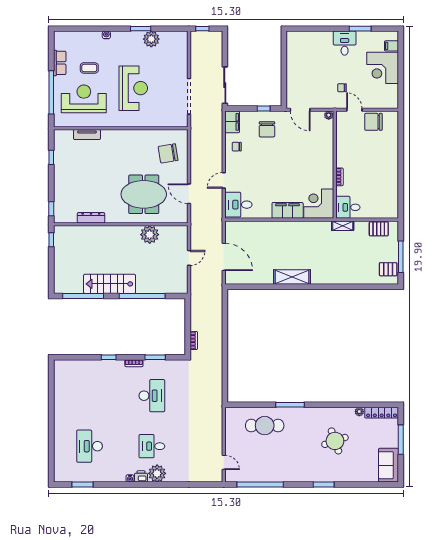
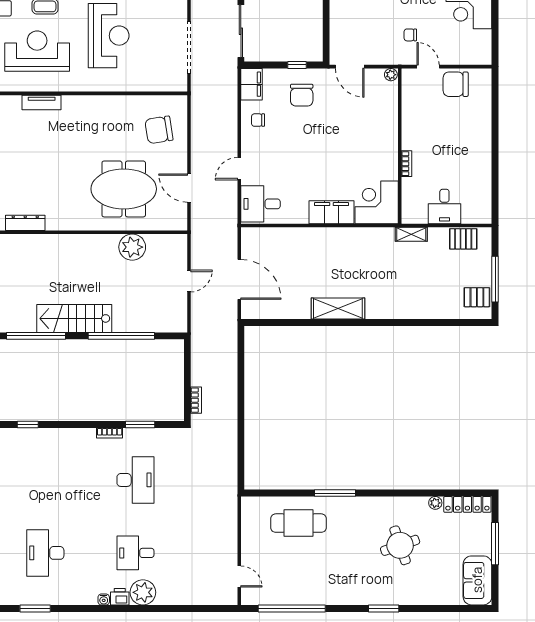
desk: (348, 207) -> (444, 207), moved, turned -90
dresser: (91, 218) -> (25, 223), moved
window: (109, 357) -> (28, 424), moved

